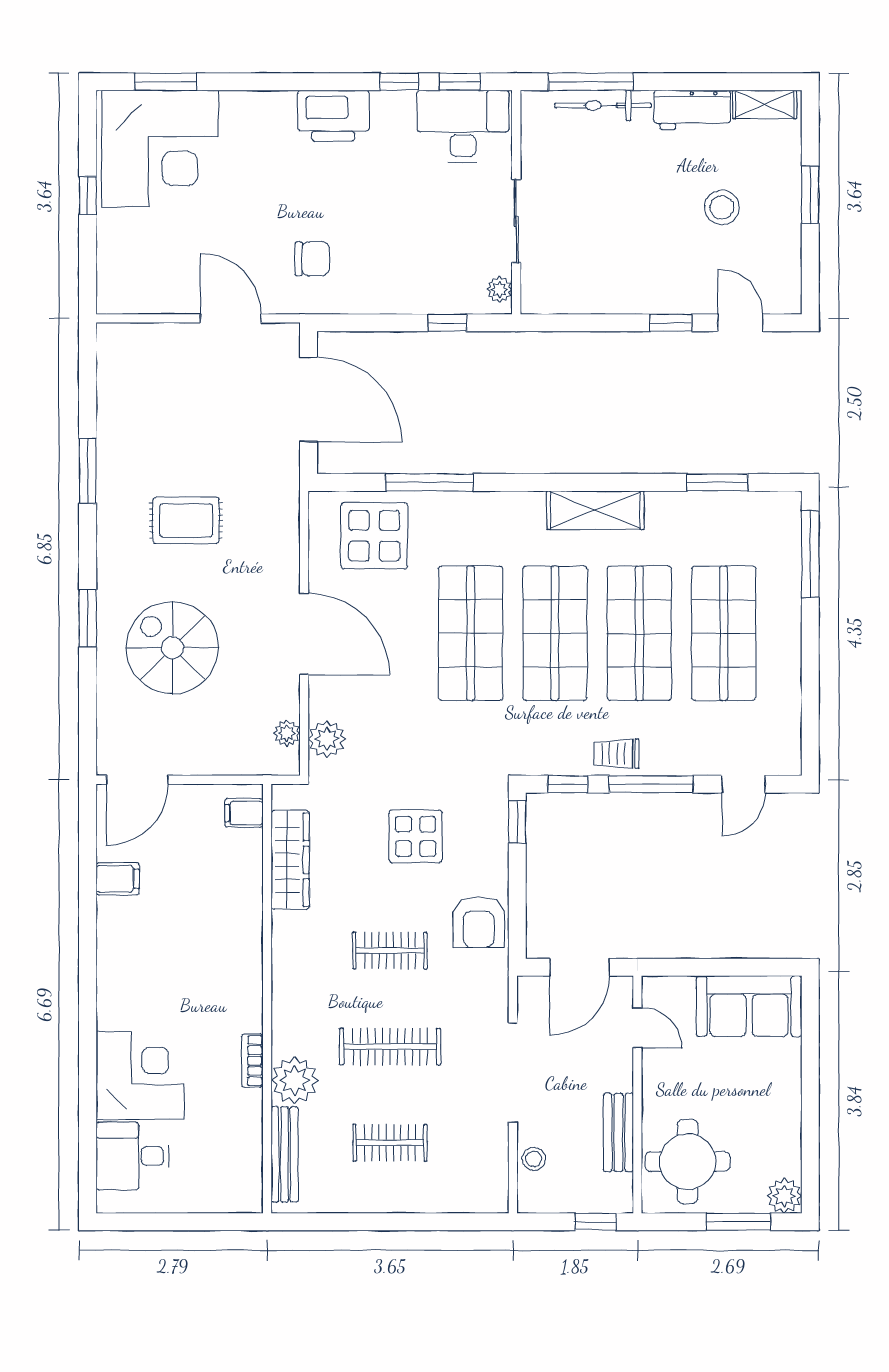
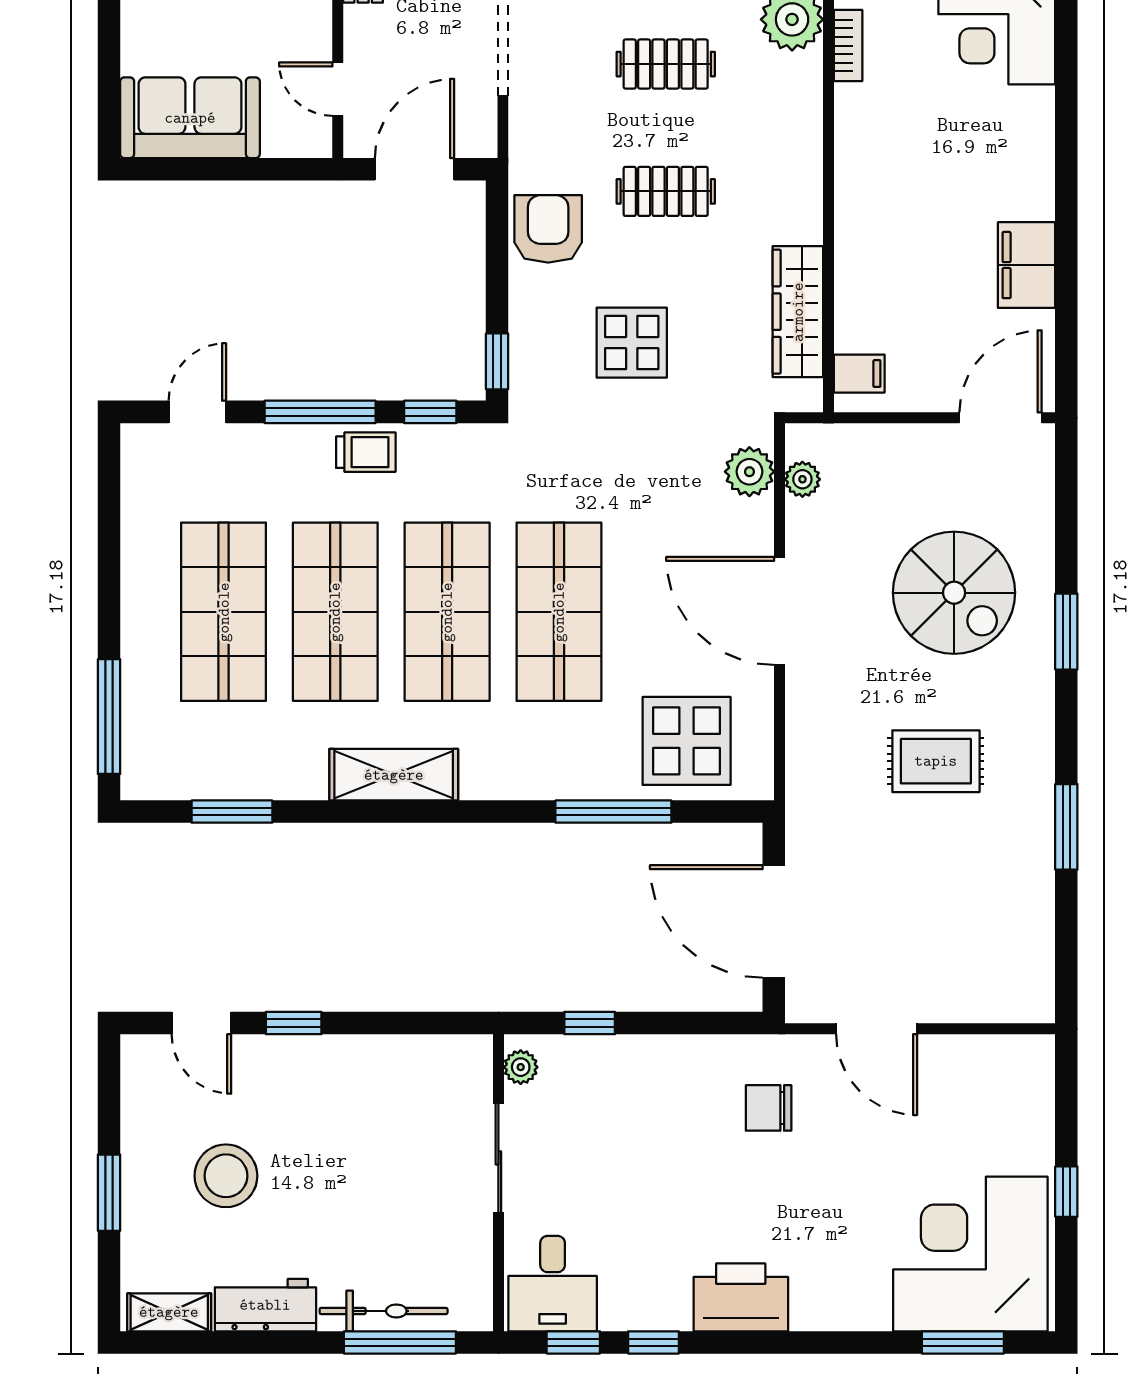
desk: (463, 126) -> (553, 1284), width x0.73
stool: (722, 207) -> (226, 1176), width x1.38, depth x1.38
filing cabinet: (118, 879) -> (1027, 265), width x2.00
clothes rail: (390, 1047) -> (666, 64), width x0.73

